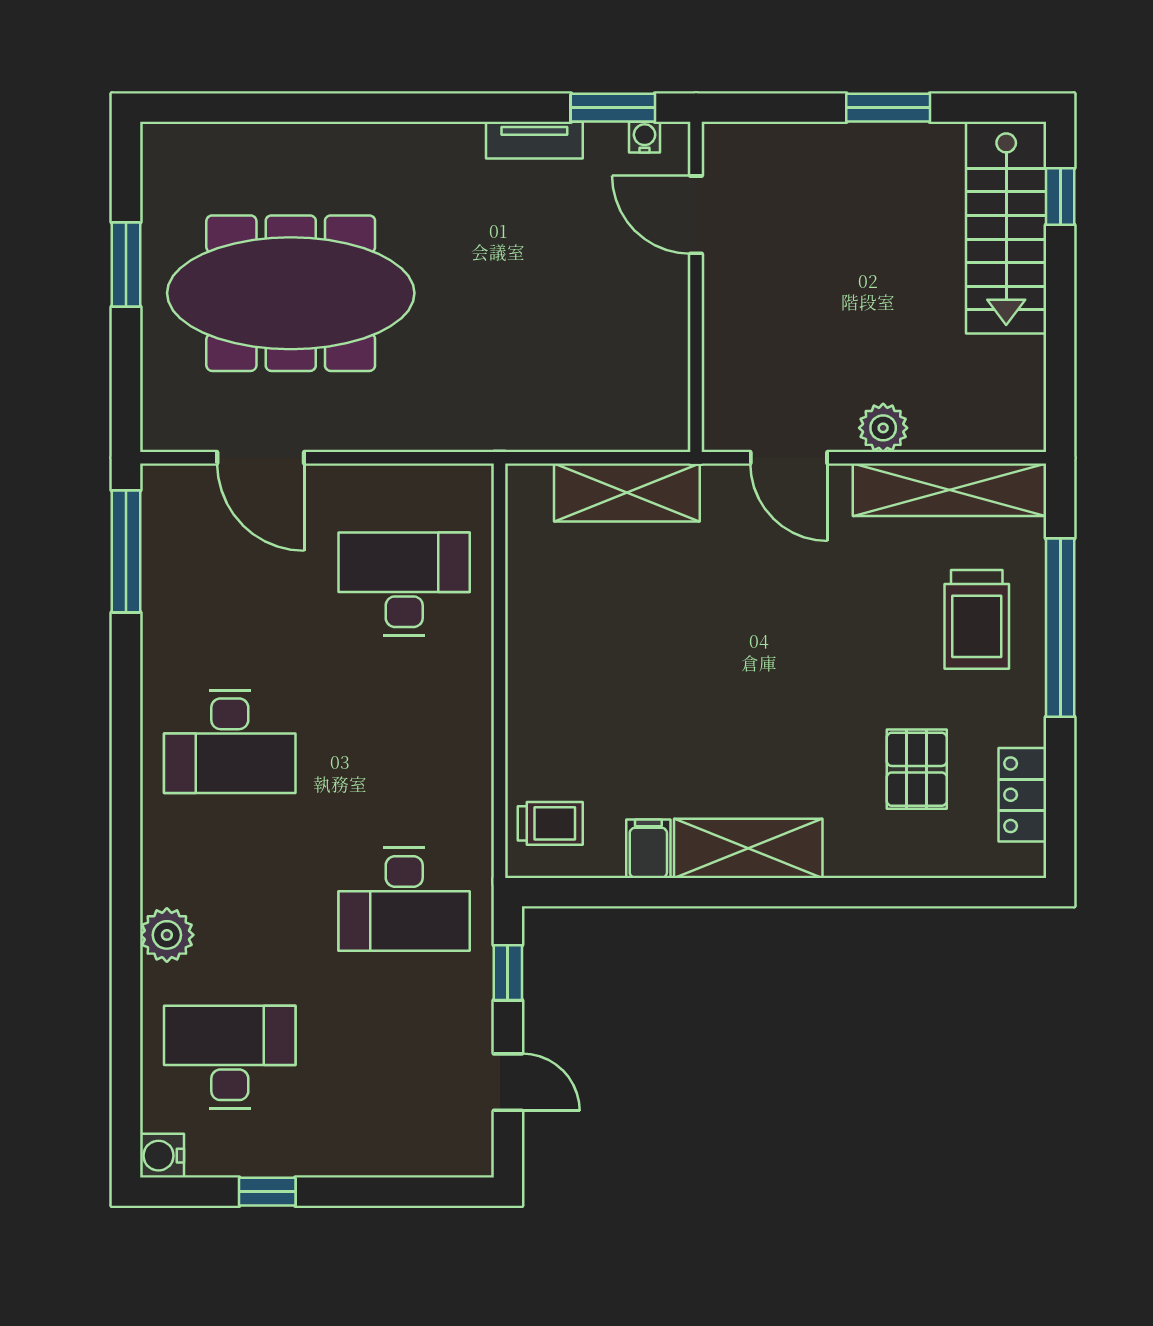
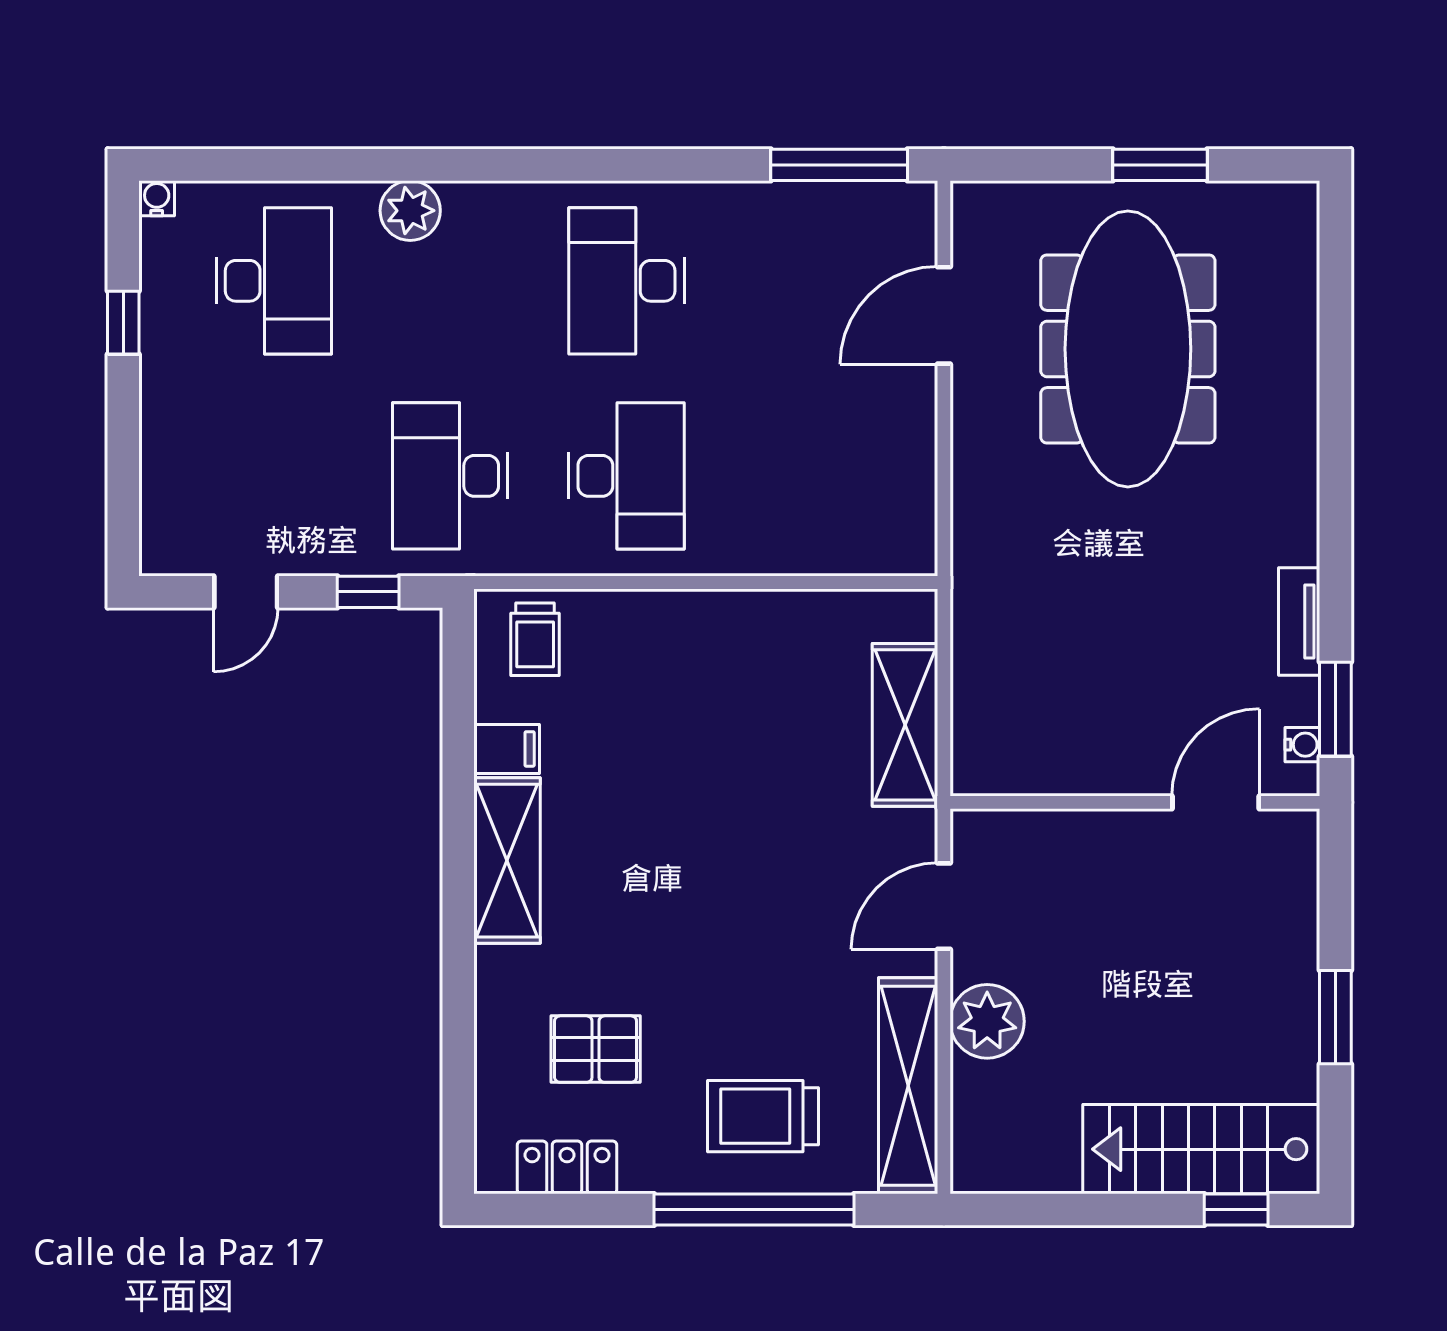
plant: (883, 428) -> (987, 1021), width x1.36, depth x1.36
desk: (404, 584) -> (626, 476), moved
water cooler: (162, 1156) -> (157, 198), width x0.72, depth x0.72

